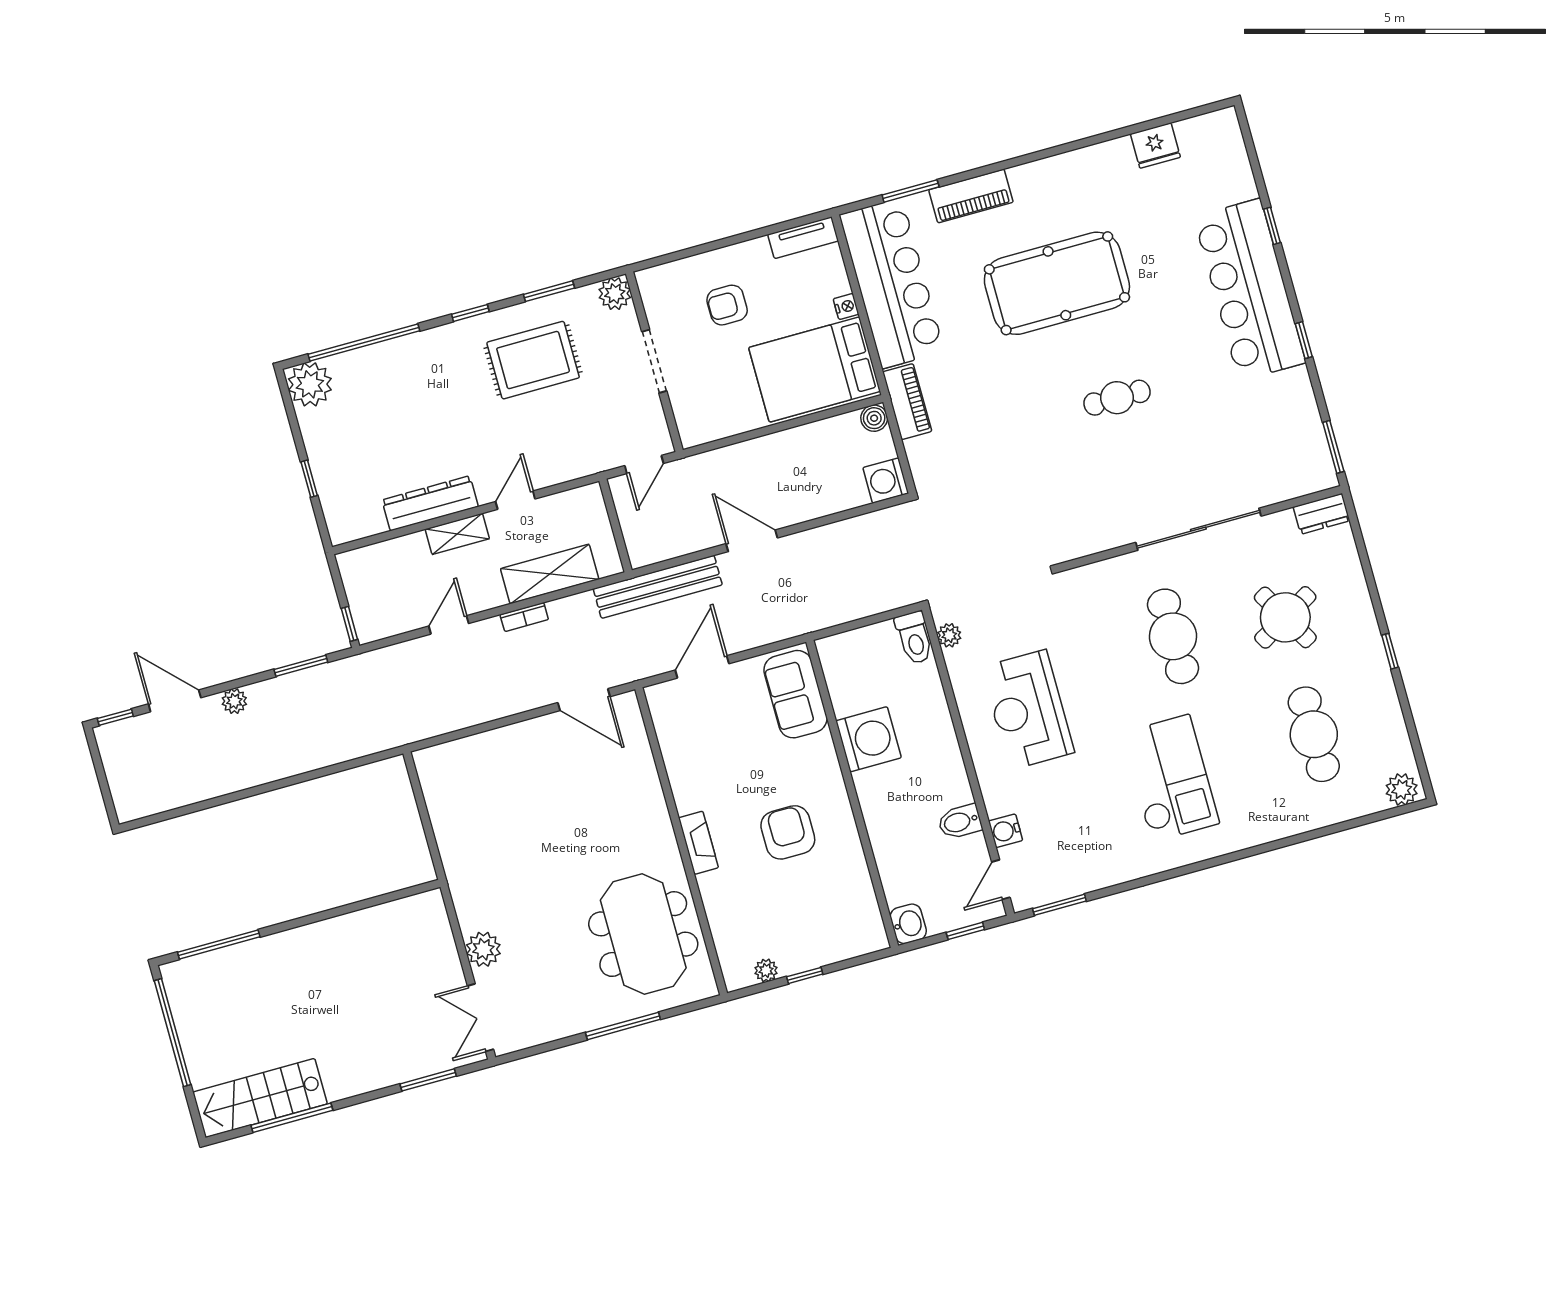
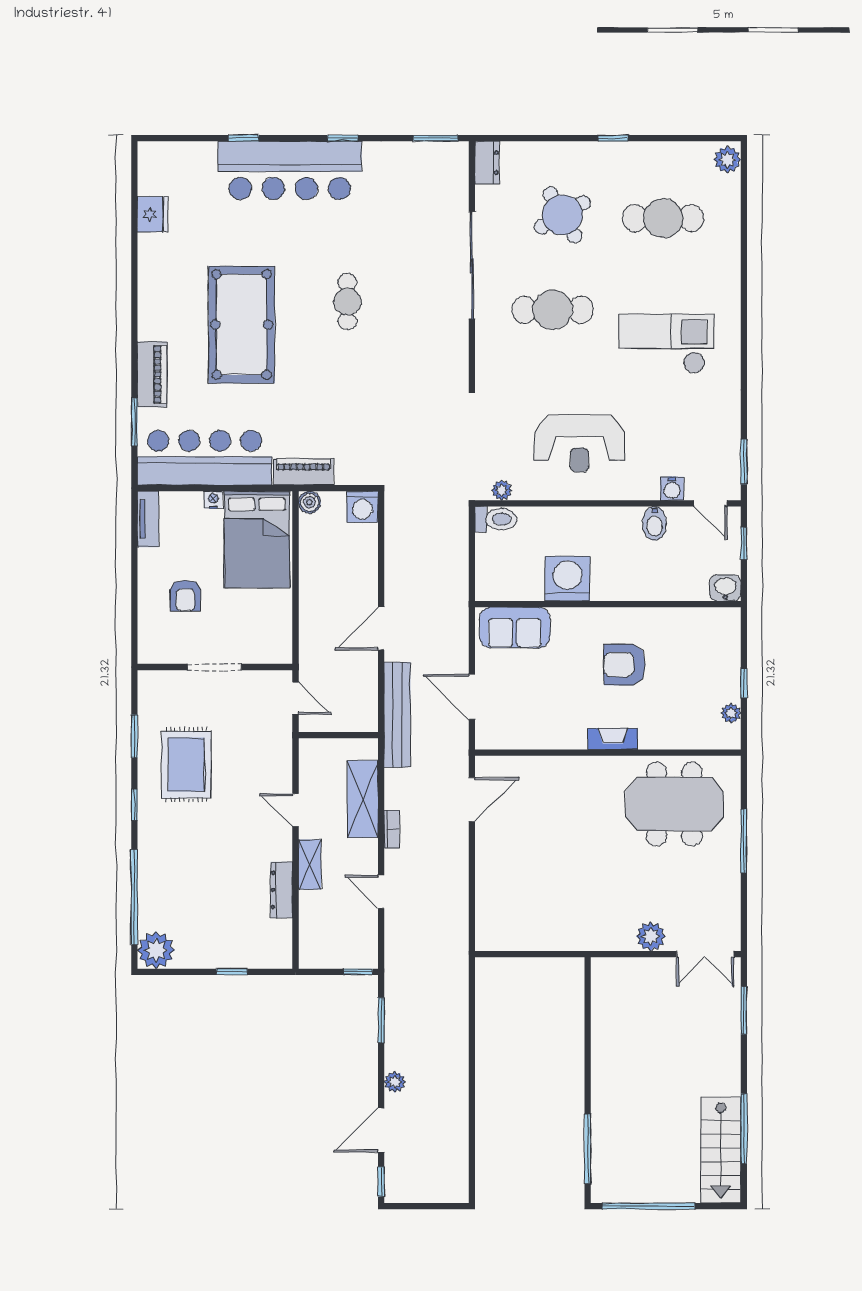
plant: (615, 294) -> (151, 684), removed
dresser: (430, 503) -> (282, 890), width x0.73, depth x0.80

